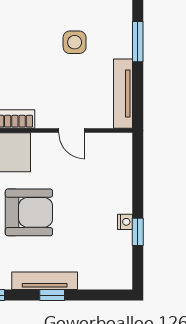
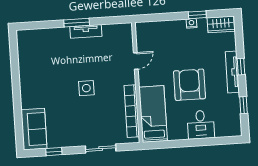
side table: (75, 42) -> (86, 88), moved
tv unit: (123, 94) -> (86, 31), moved, width x0.71
wardrobe: (120, 268) -> (221, 24), added

